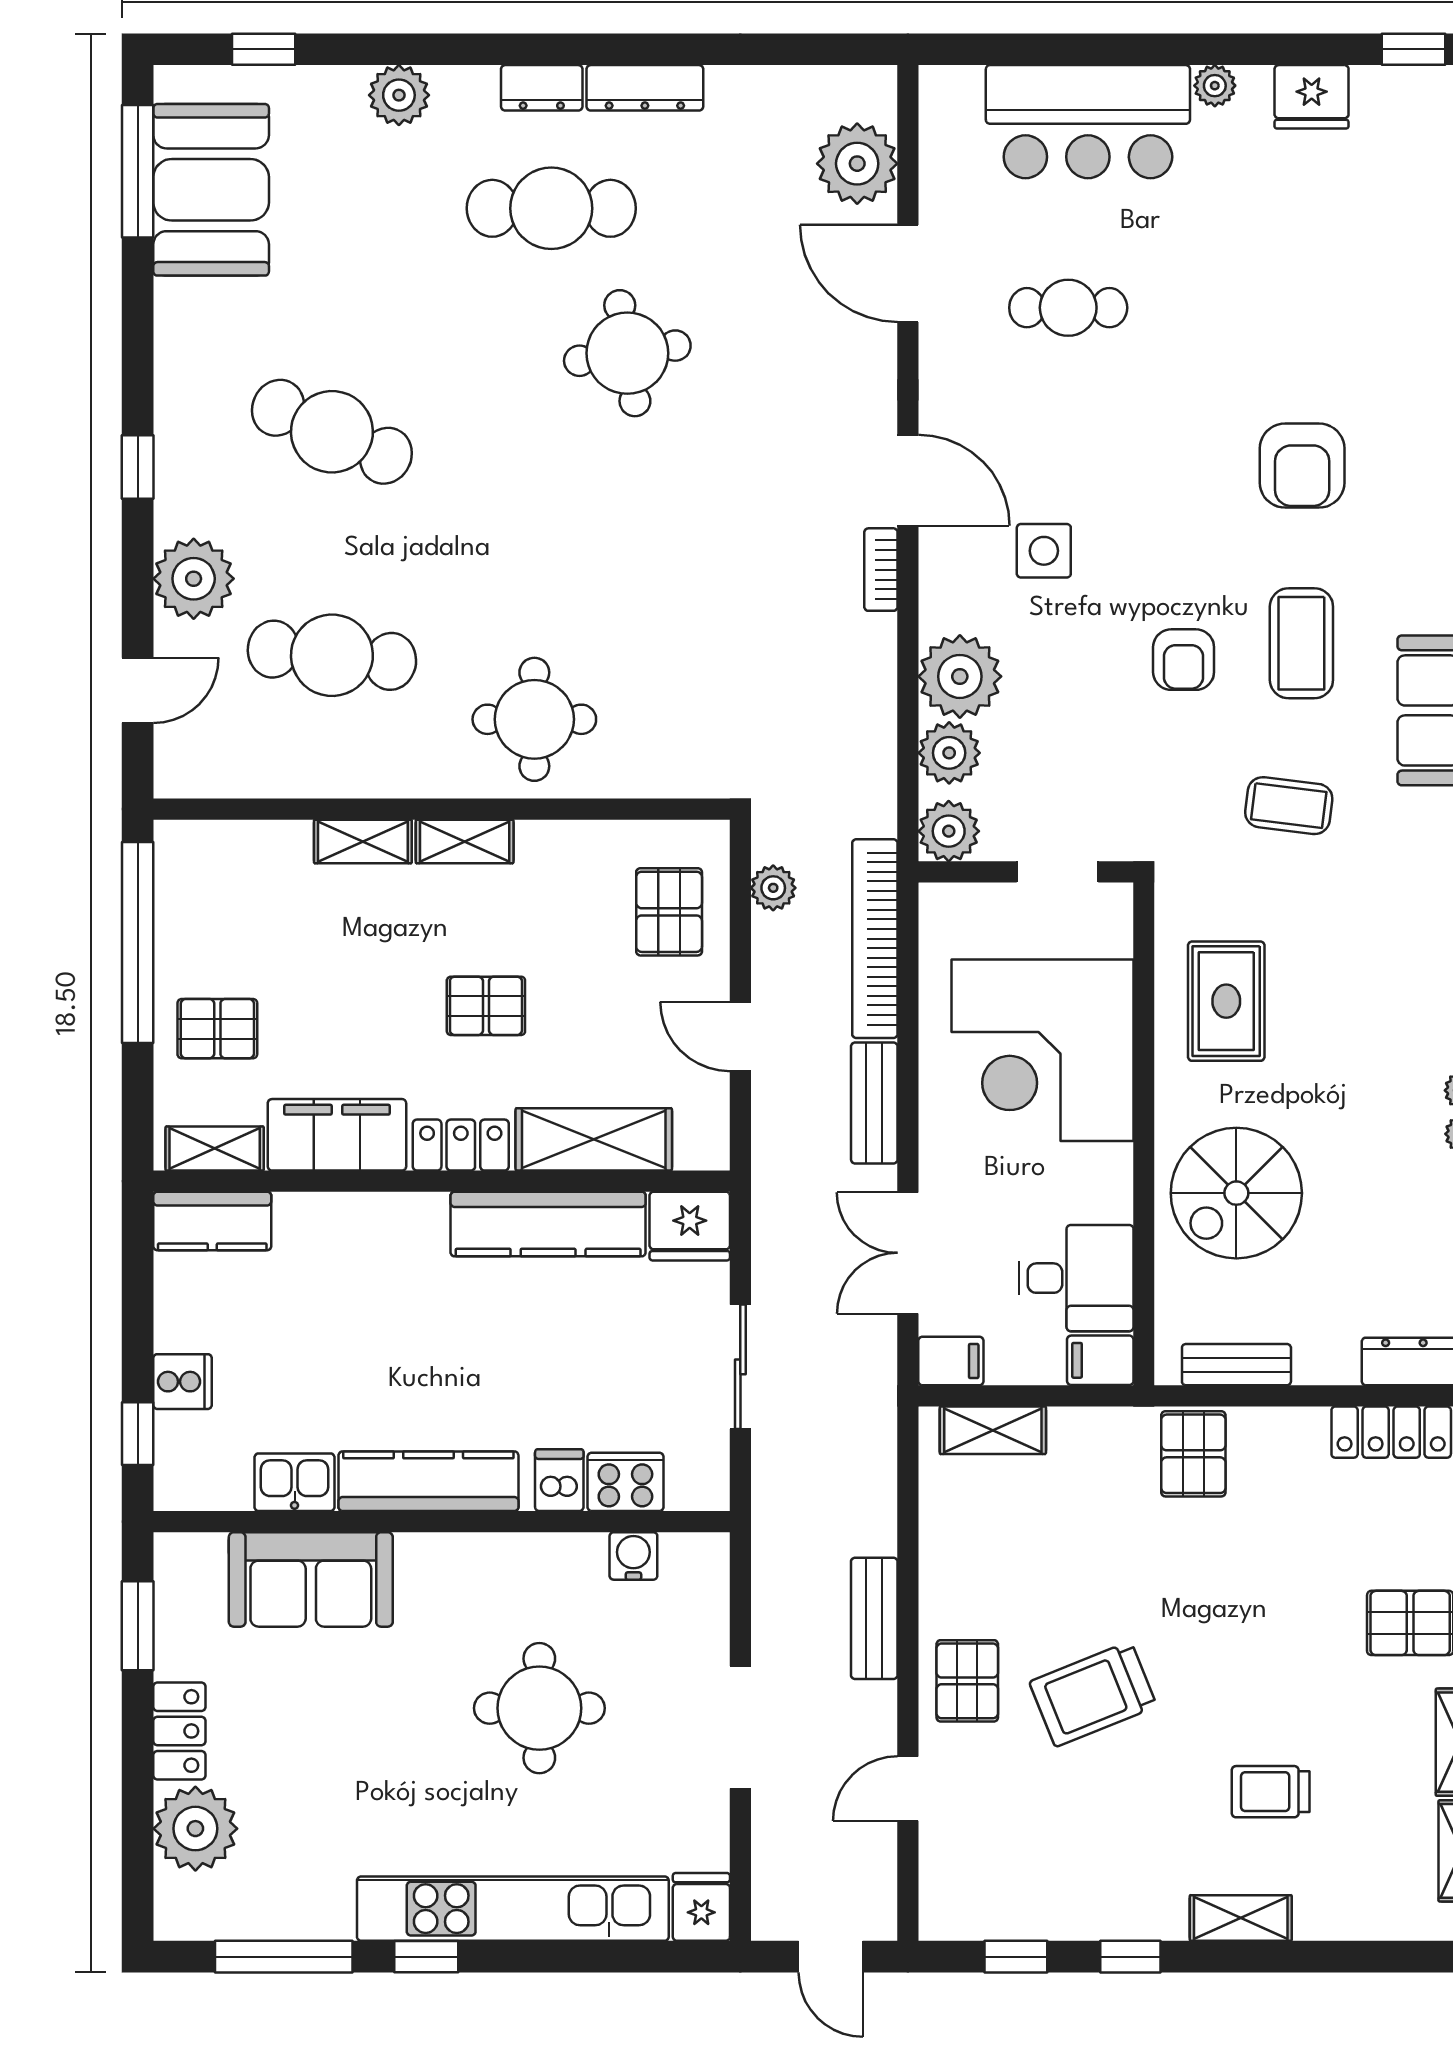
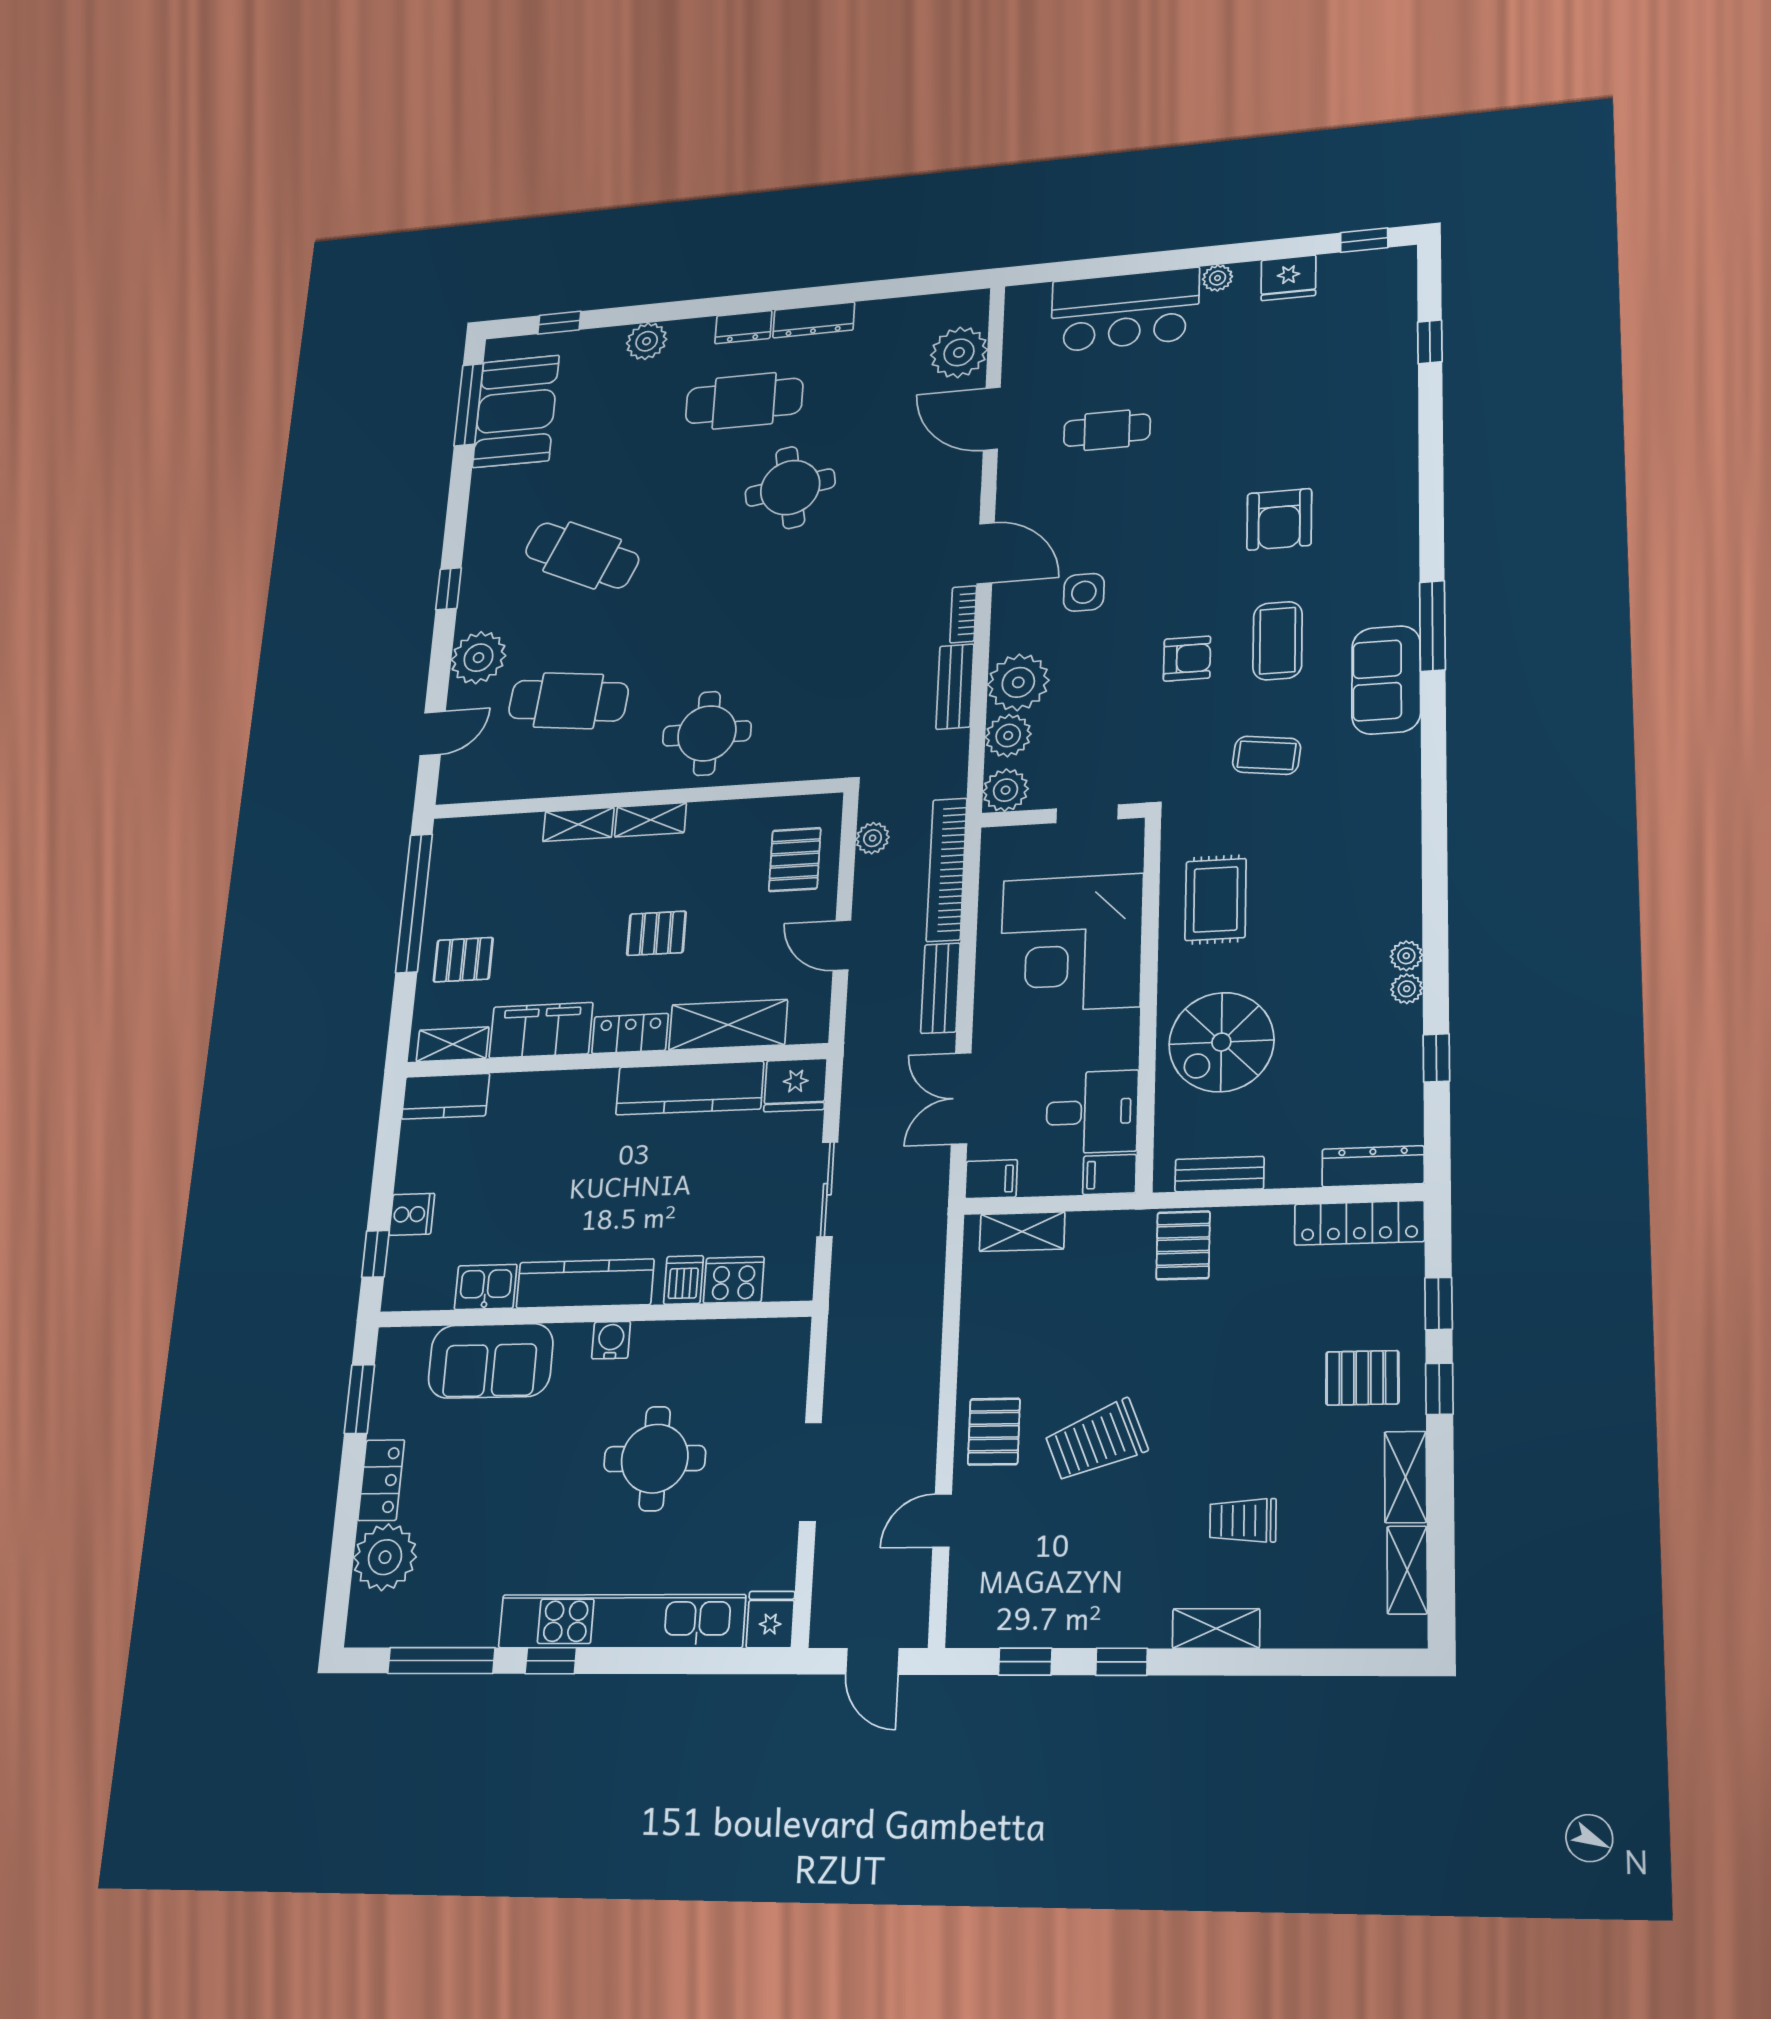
armchair: (1184, 660) -> (1187, 659), turned -90
water cooler: (633, 1556) -> (611, 1340), moved
bench: (874, 1618) -> (955, 687), moved

